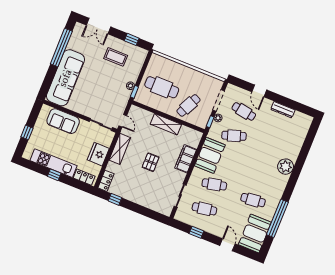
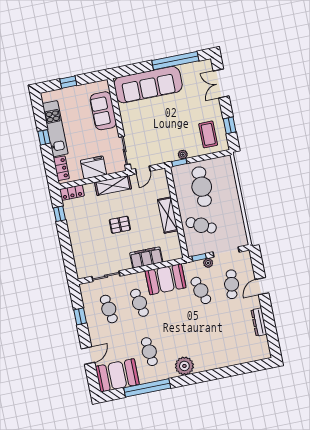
coffee table: (116, 57) -> (208, 134), moved
plant: (286, 167) -> (184, 366), moved

